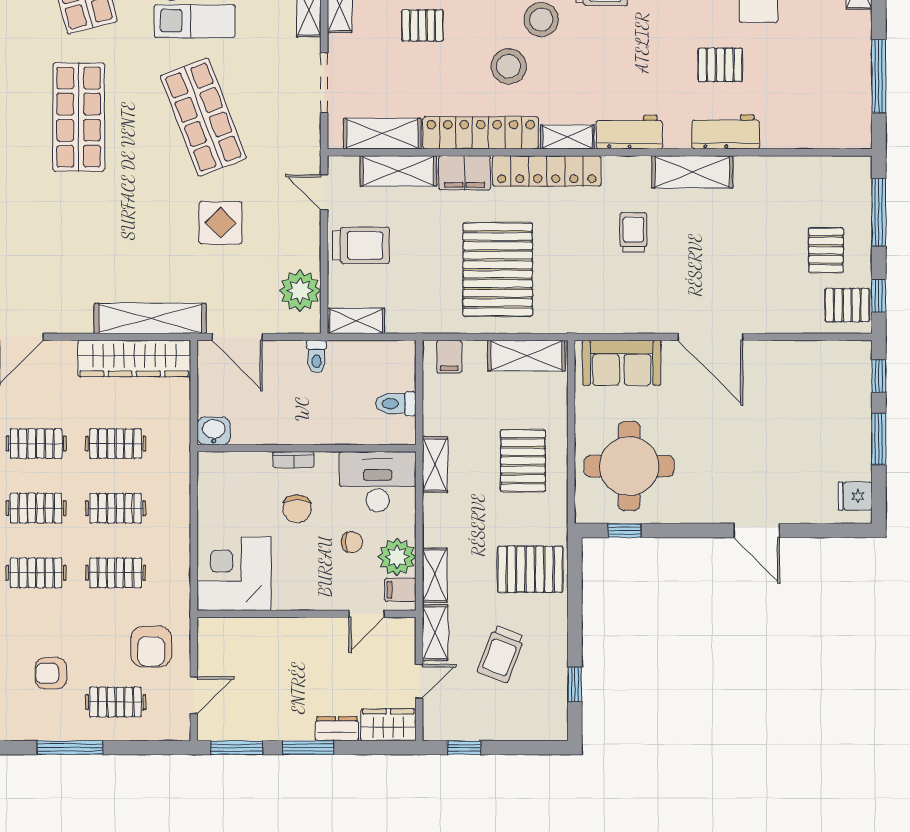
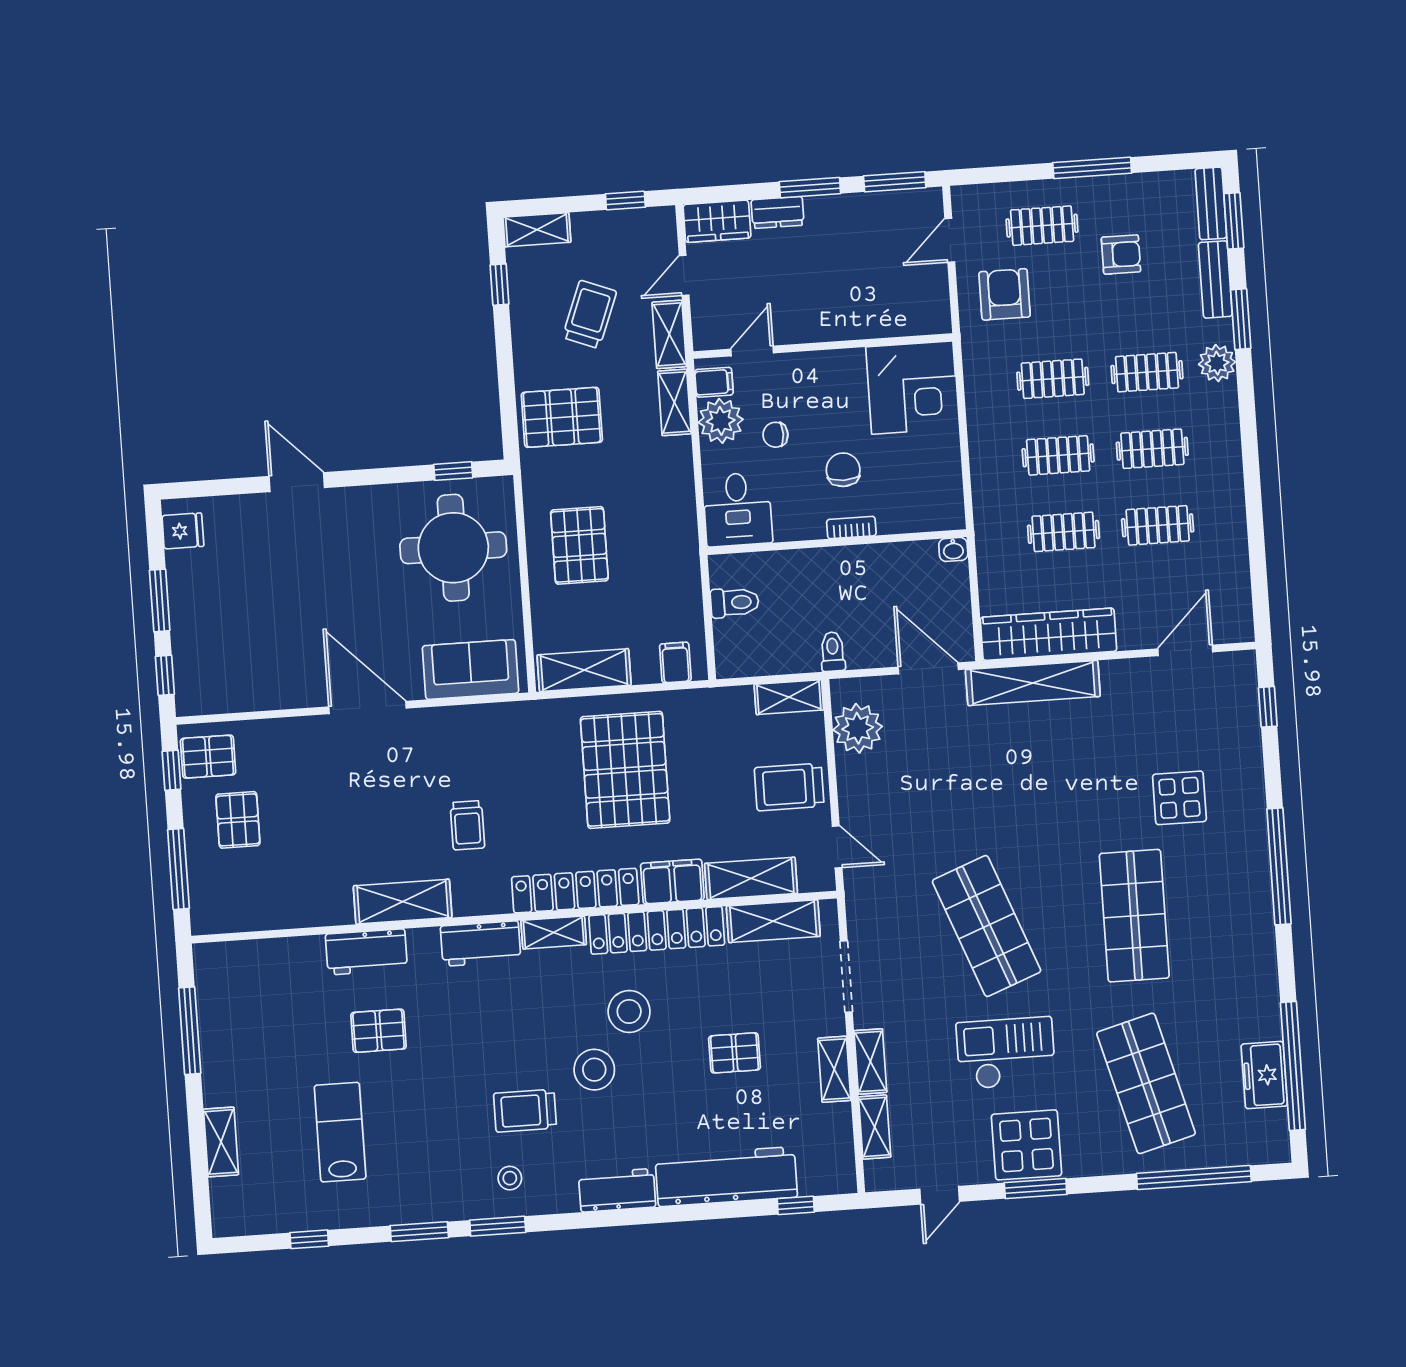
display table: (221, 223) -> (1179, 798), moved
washbasin: (214, 431) -> (953, 549), width x0.72, depth x0.69
shelving: (435, 465) -> (537, 230), moved, turned 90
desk: (378, 482) -> (738, 509), width x0.73

